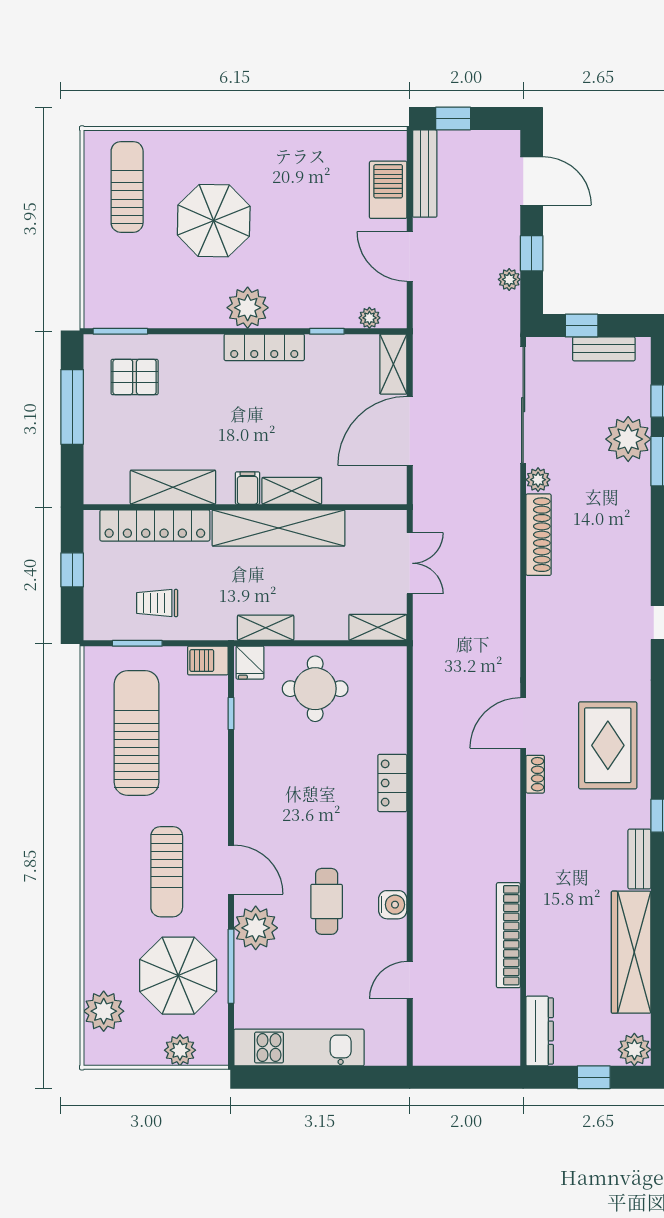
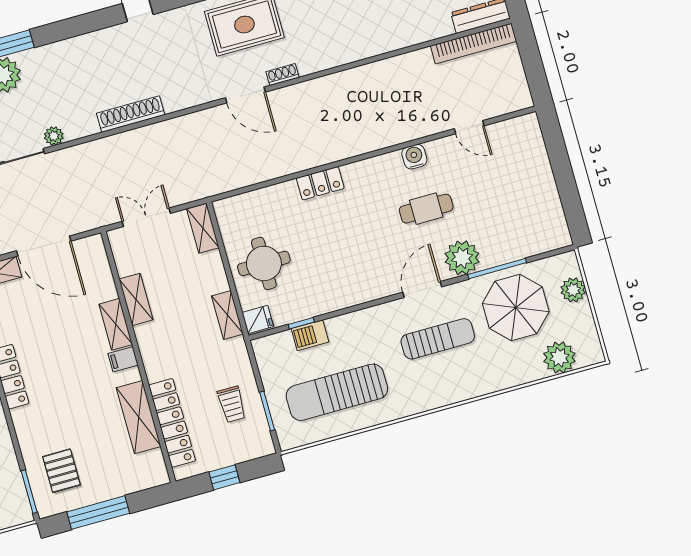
shelving: (279, 528) -> (136, 299), width x0.45, depth x0.75
shoe rack: (539, 535) -> (131, 114), moved
barbecue: (208, 661) -> (310, 335), moved, turned 90
bookcase: (508, 935) -> (474, 44), moved
kitchen unit: (299, 1048) -> (545, 198), removed

